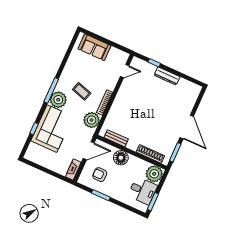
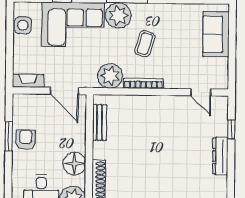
side table: (39, 158) -> (23, 25), added
floor lamp: (121, 158) -> (74, 164), moved
armchair: (100, 175) -> (26, 140), moved

